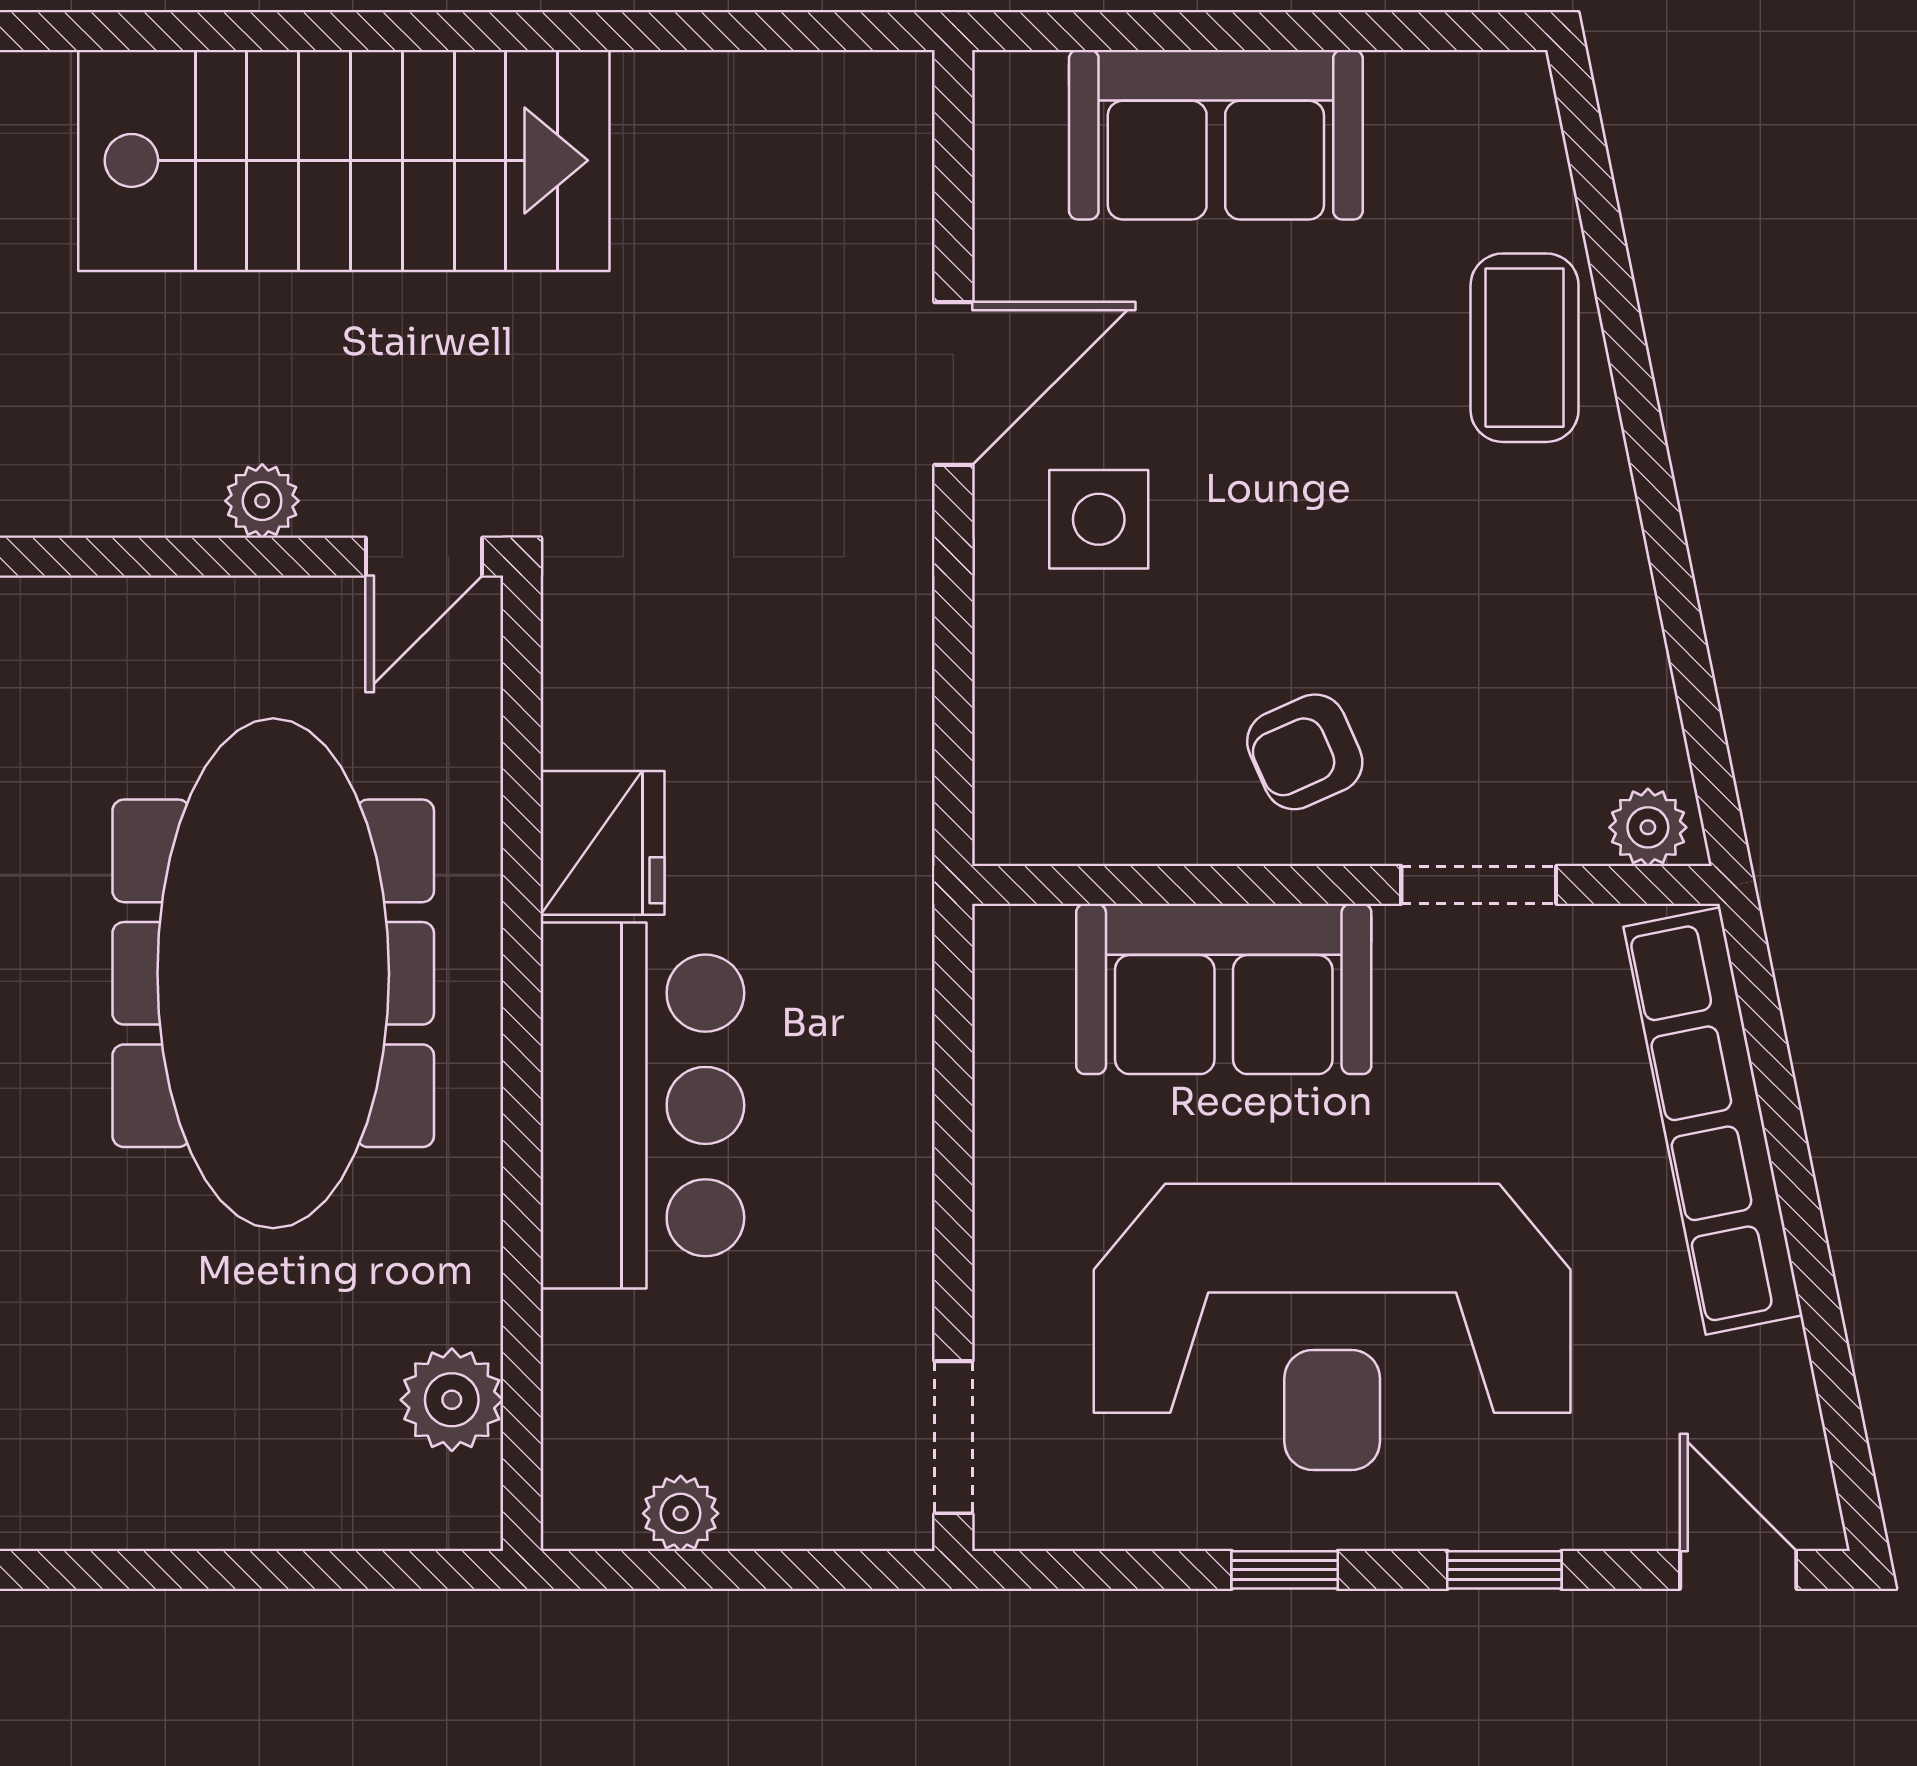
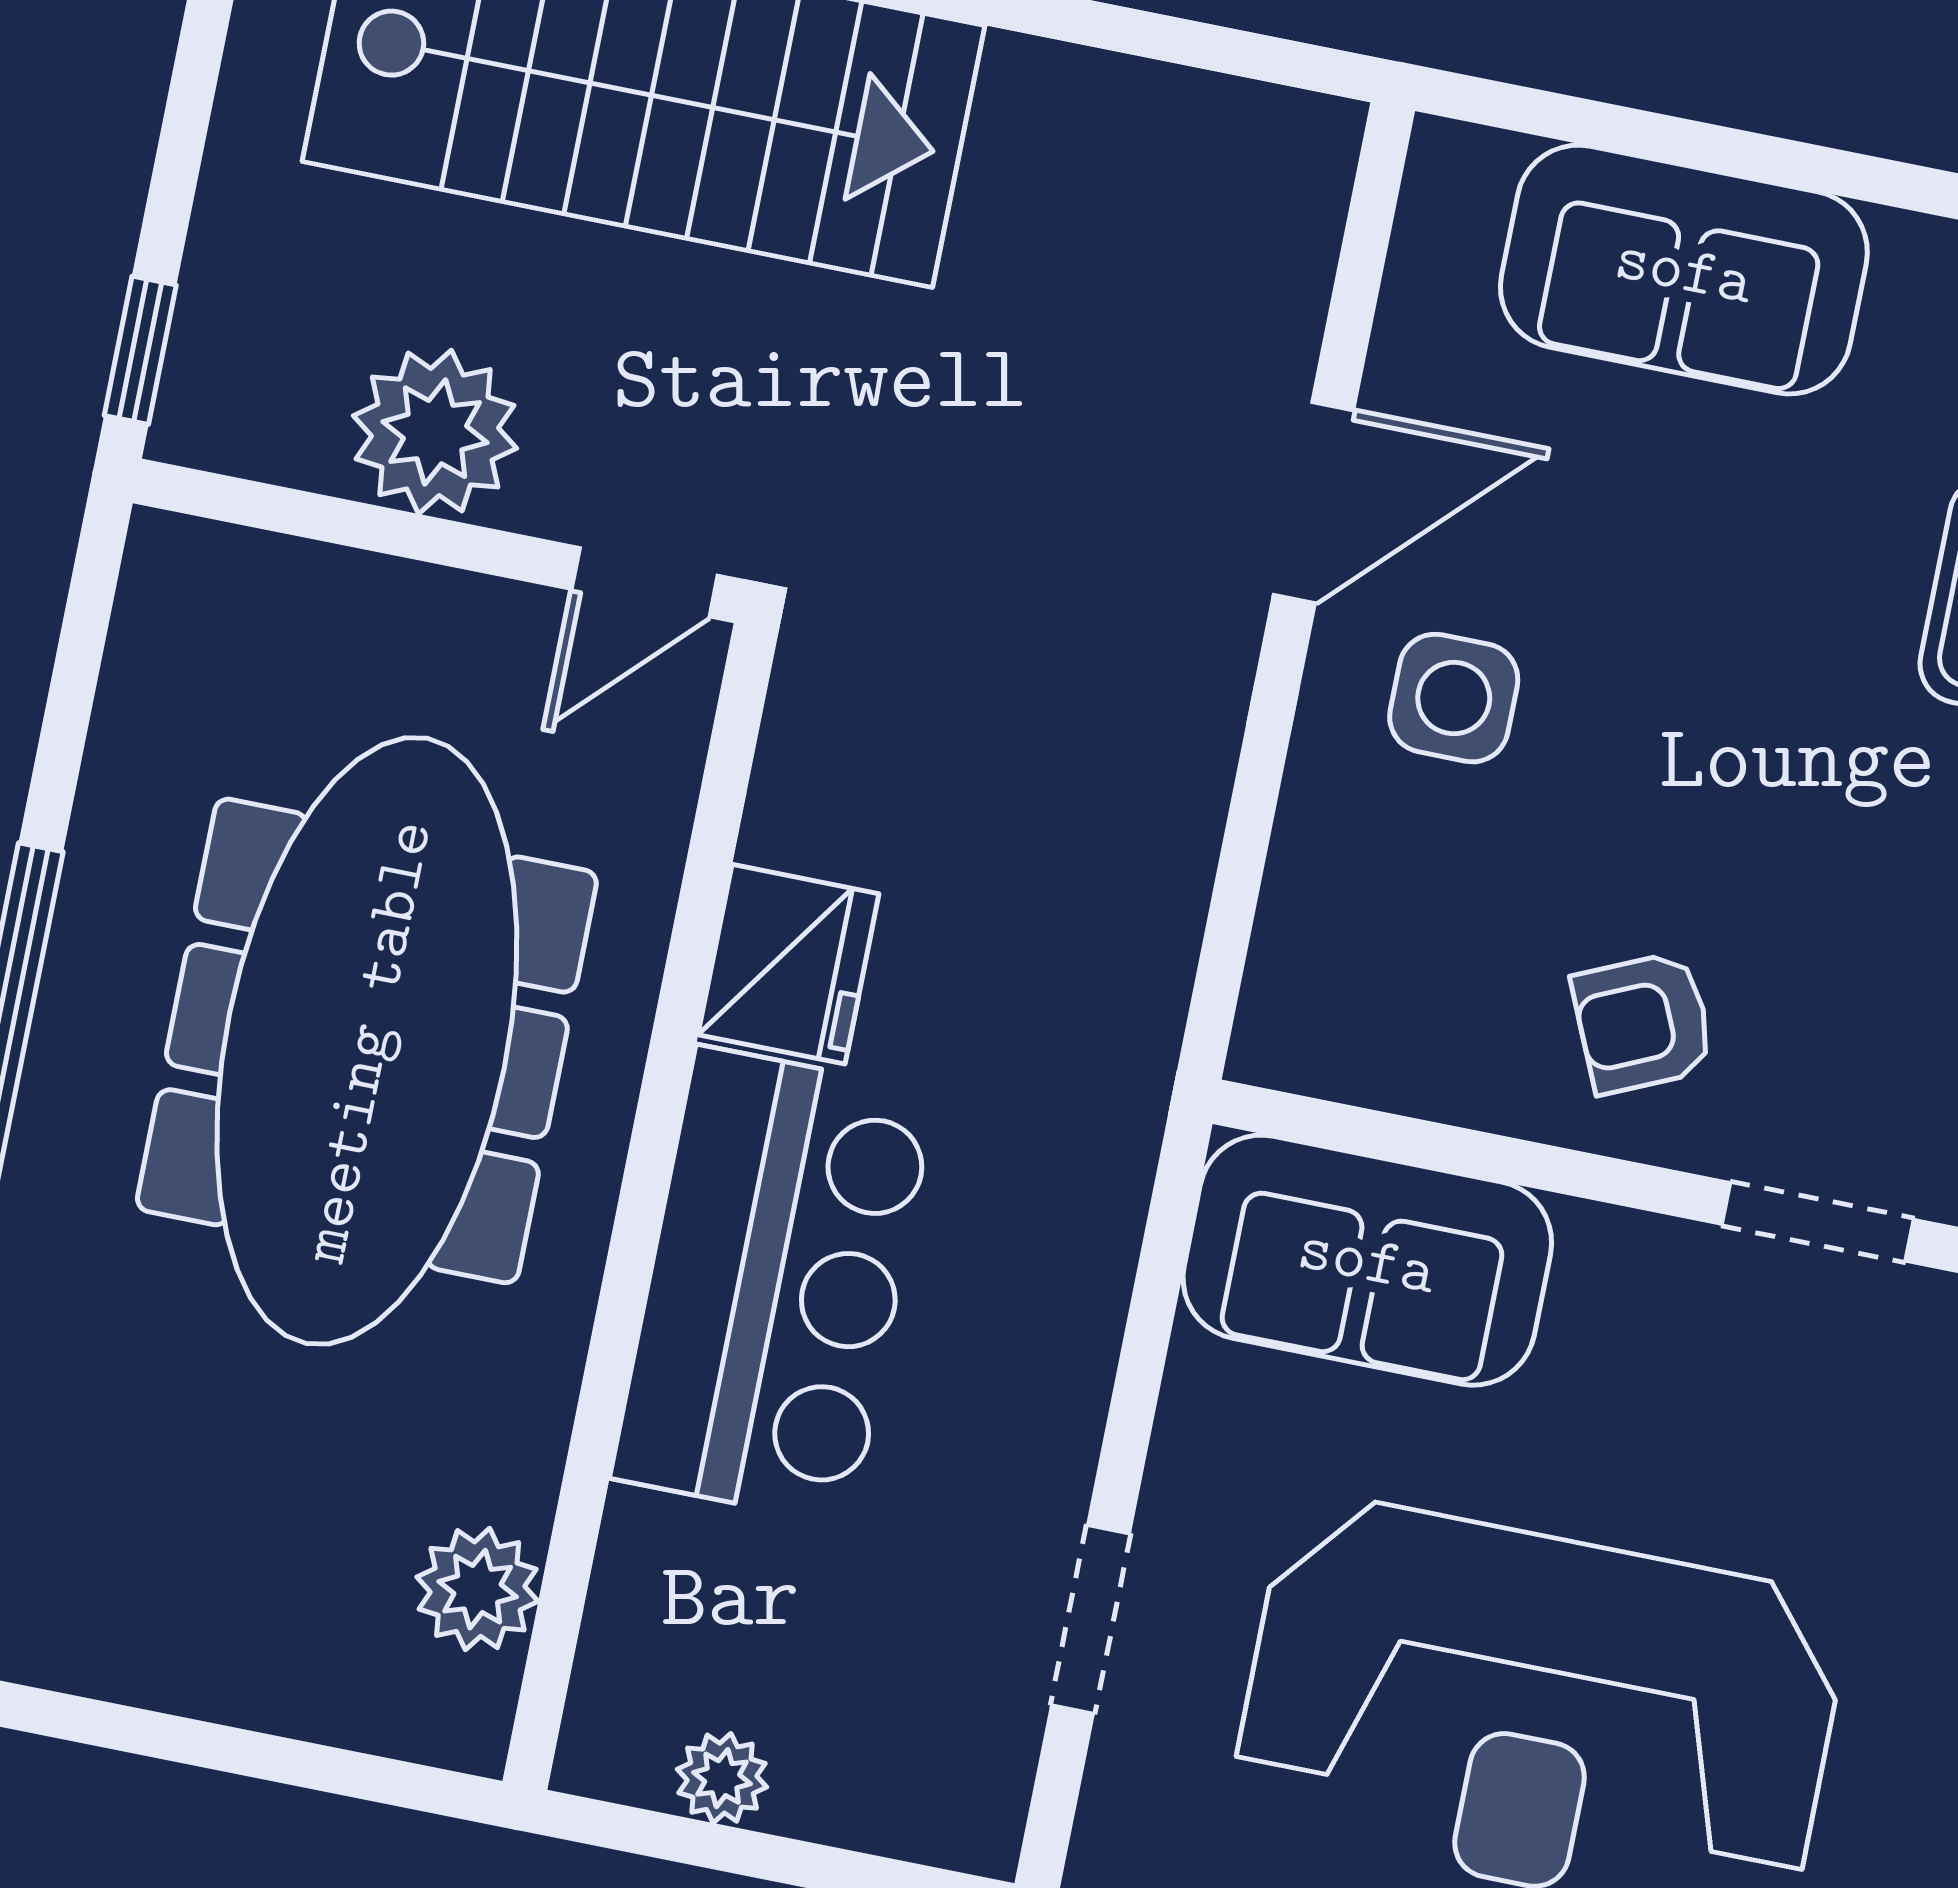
plant: (262, 501) -> (435, 432), width x1.88, depth x1.88
sofa: (1224, 989) -> (1367, 1260), moved
doorway: (953, 1437) -> (1090, 1619), moved

